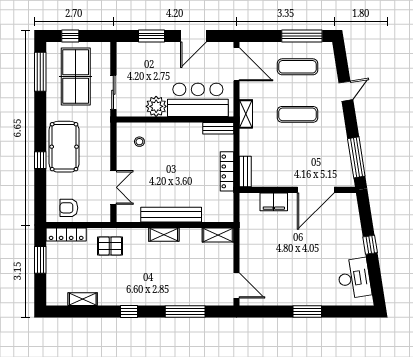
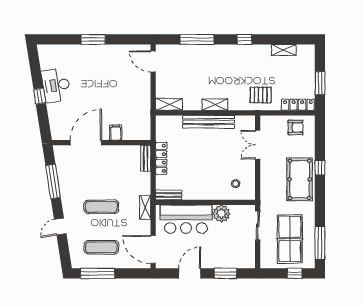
window: (356, 157) -> (53, 182), moved
filing cabinet: (274, 202) -> (116, 133), width x0.50
desk: (354, 278) -> (56, 85), moved

